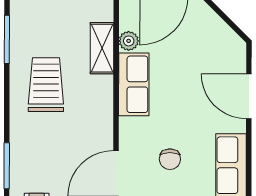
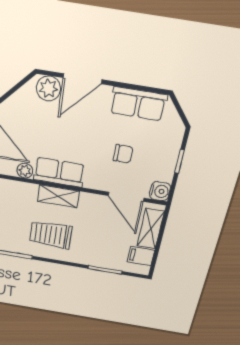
shelving: (102, 48) -> (58, 196), moved
plant: (232, 58) -> (48, 88), added

